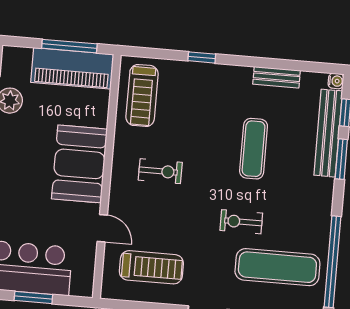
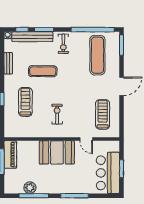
piano: (72, 68) -> (10, 155), width x0.73, depth x0.75
treadmill: (142, 95) -> (25, 102), moved, turned -90
exercise bike: (241, 222) -> (63, 44), moved
door: (102, 228) -> (86, 139), swing flipped

